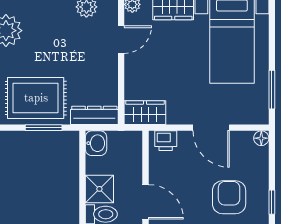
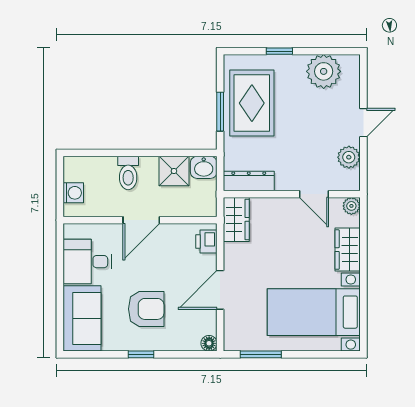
dresser: (94, 115) -> (249, 181), moved, turned -90
shower: (99, 189) -> (174, 171), moved

